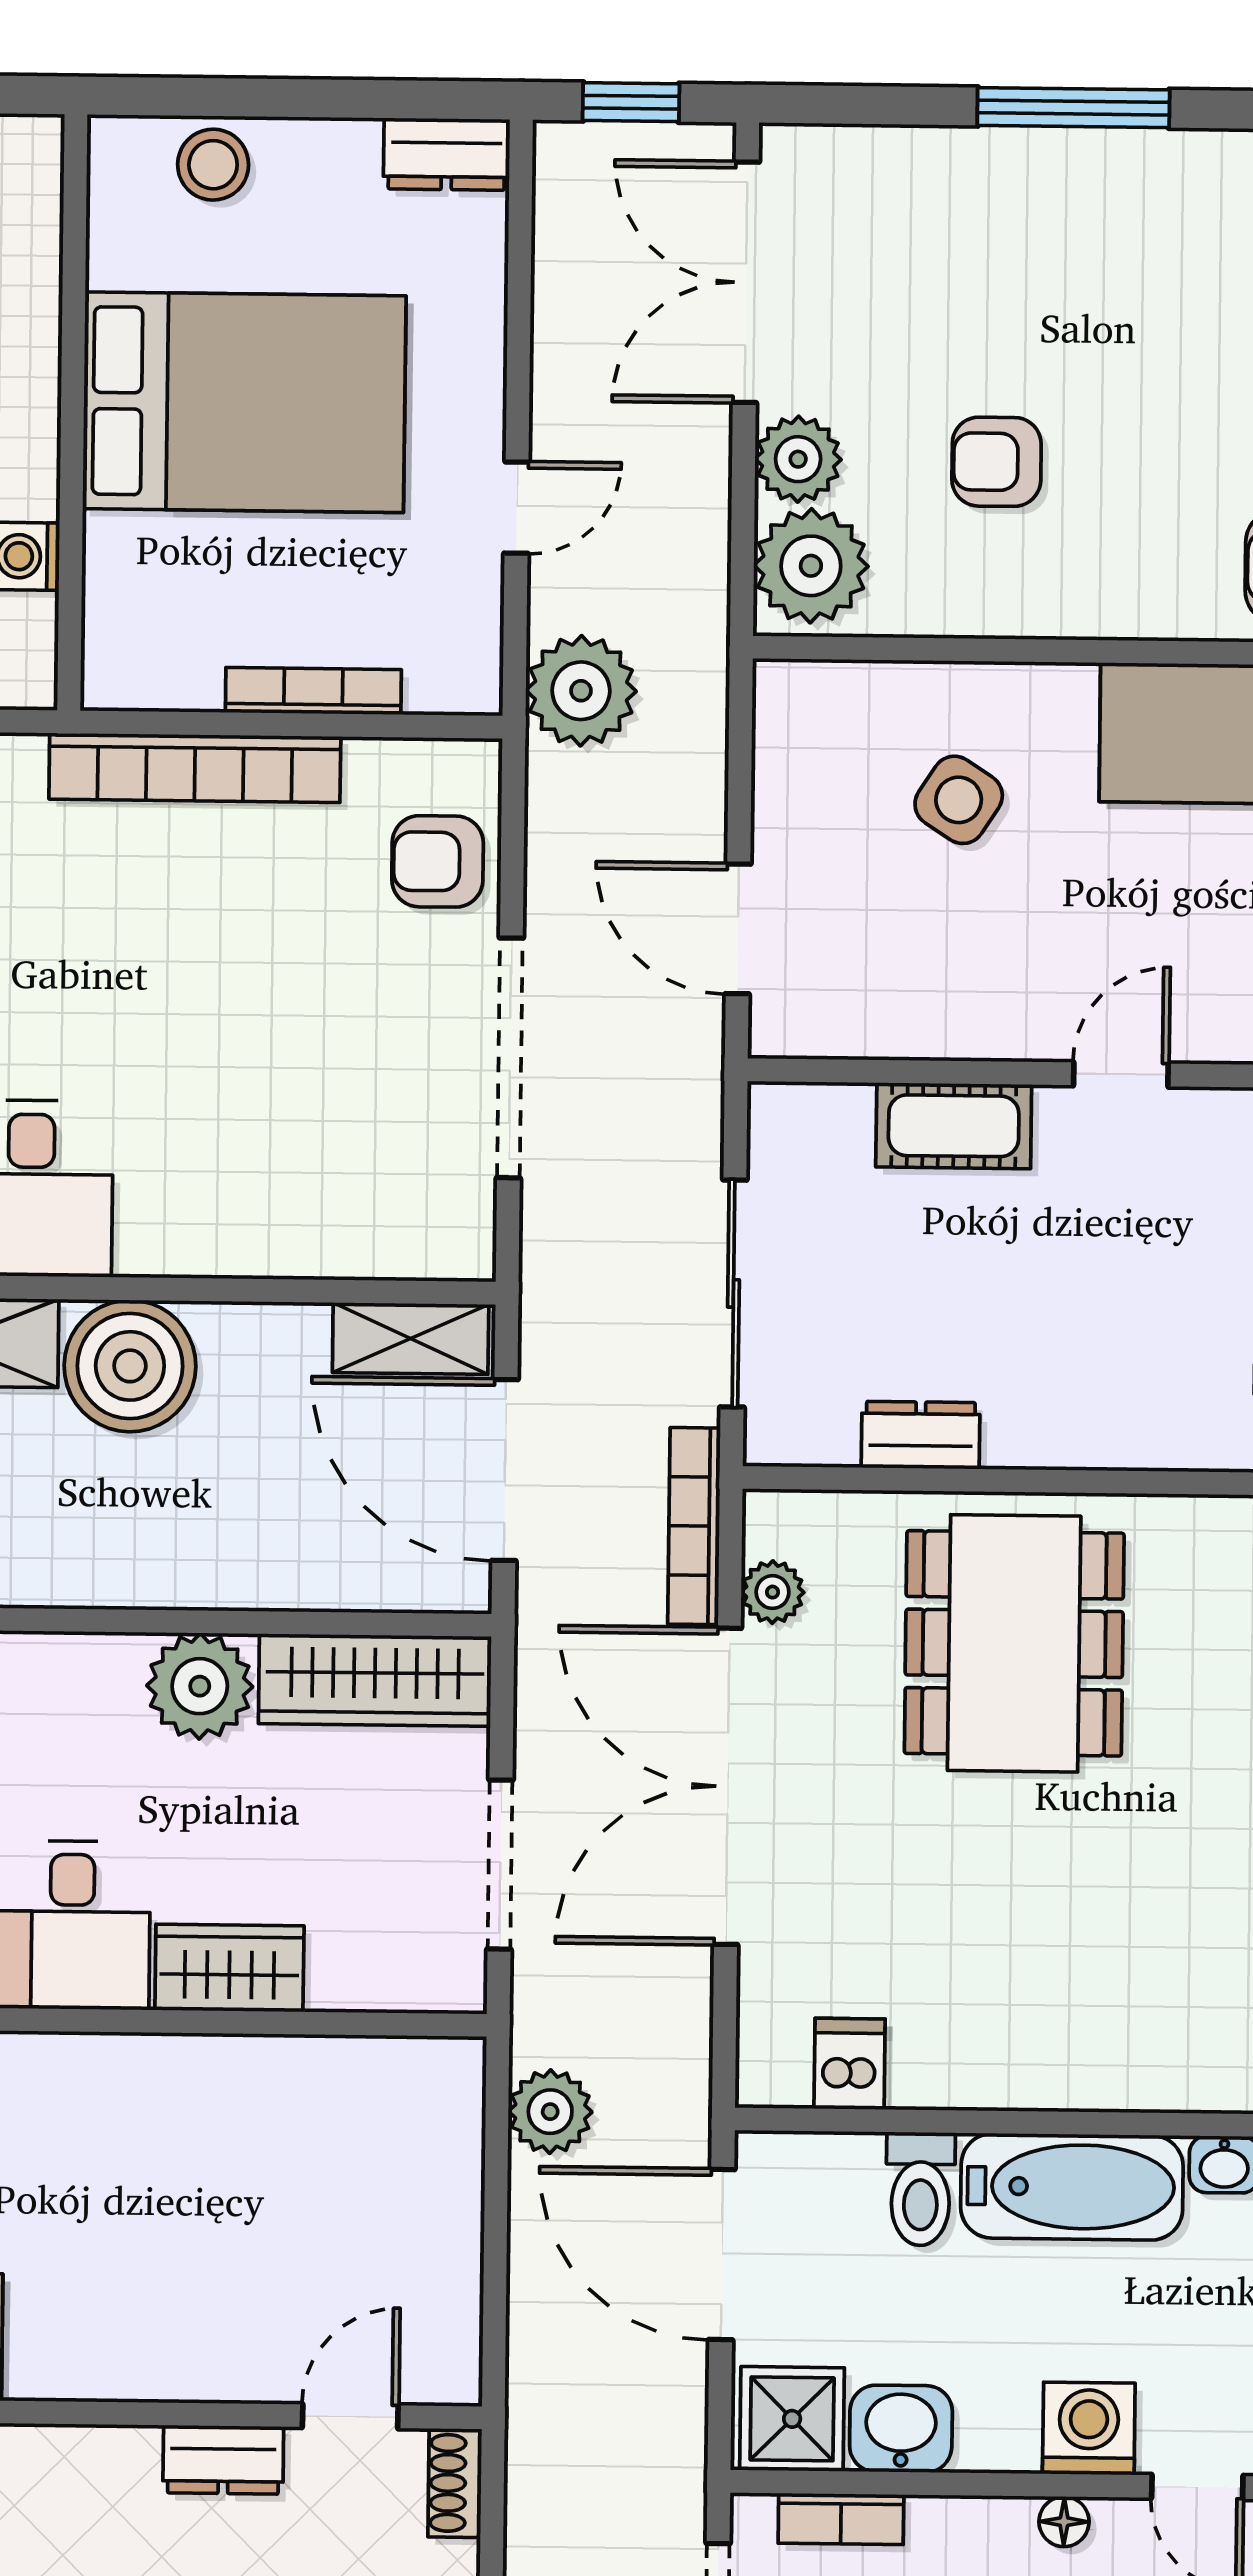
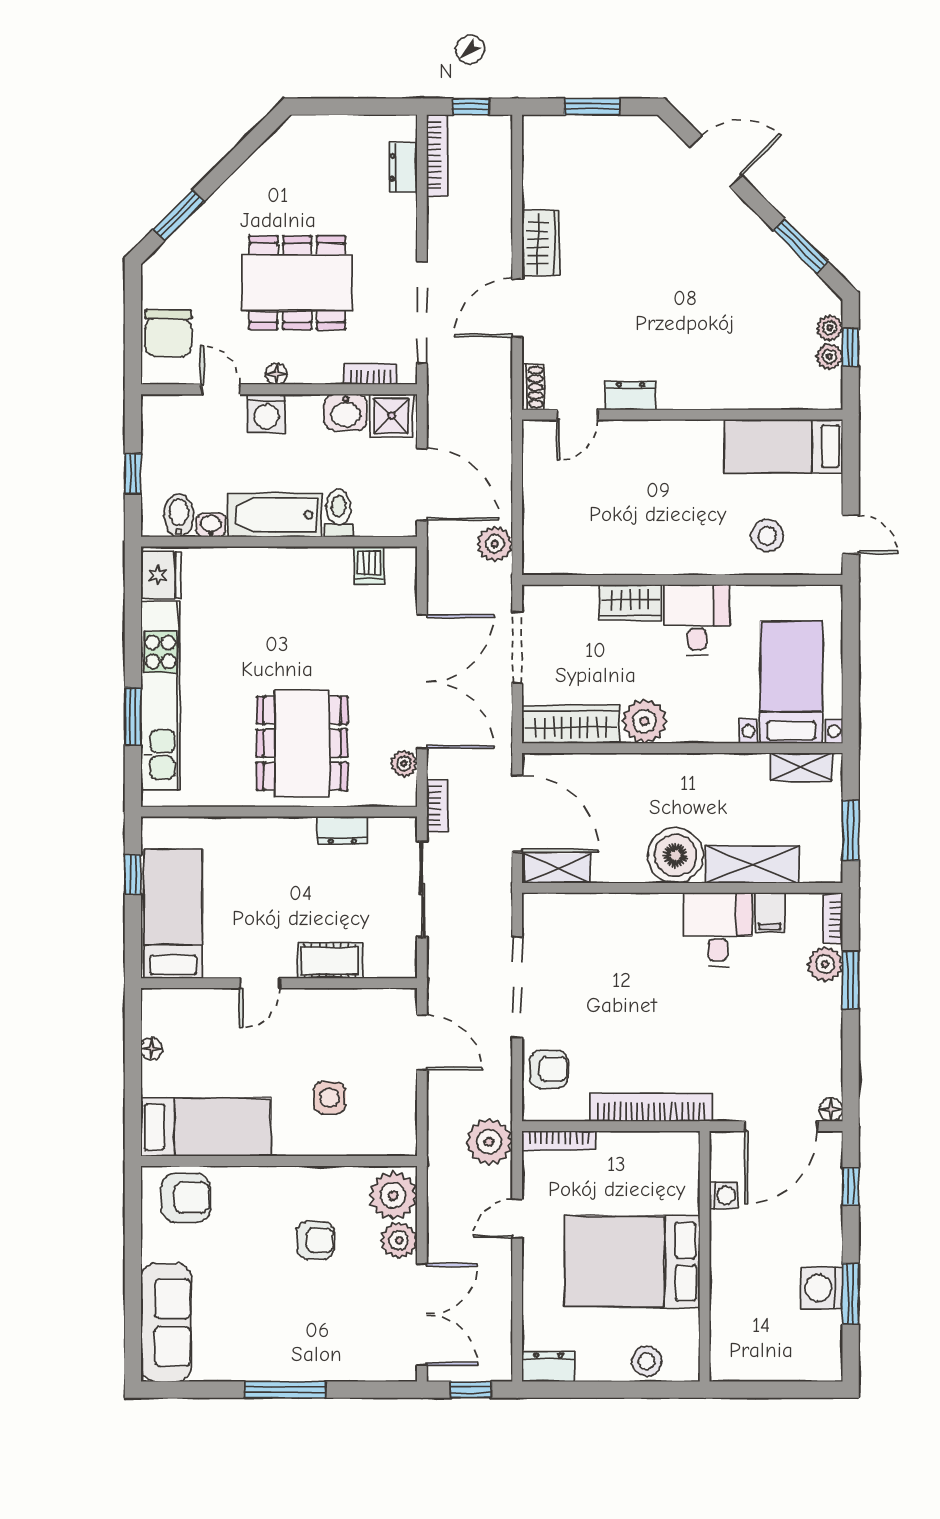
bookcase: (313, 691) -> (559, 1140), moved
side table: (959, 800) -> (330, 1098), turned -33
bookcase: (694, 1526) -> (437, 806), width x0.64

